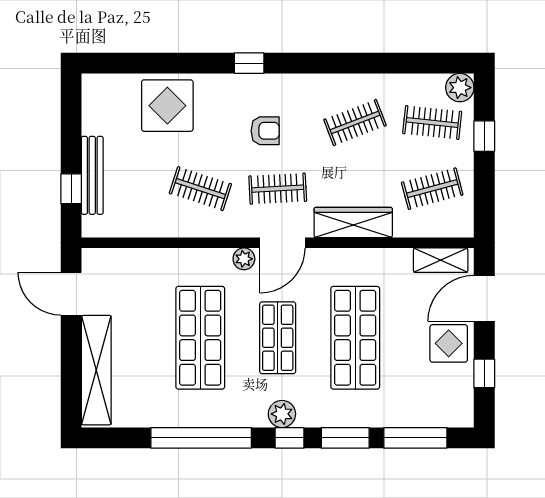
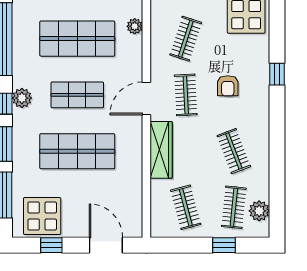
plant: (460, 88) -> (259, 211), moved
door: (283, 243) -> (146, 98), hinge flipped
plant: (244, 259) -> (135, 26), moved
shelving: (441, 260) -> (134, 213), removed
display table: (449, 343) -> (42, 216), moved, width x1.36, depth x1.36

